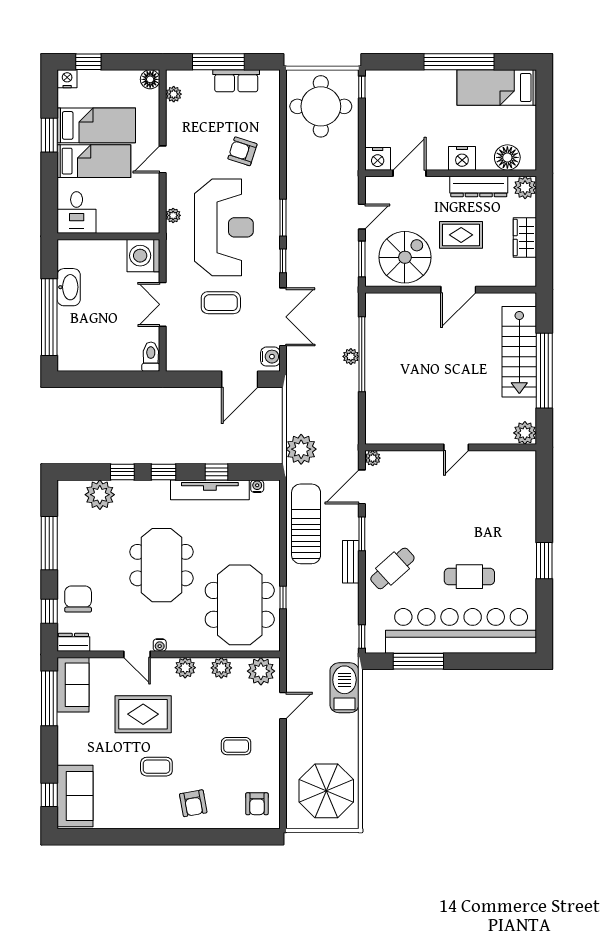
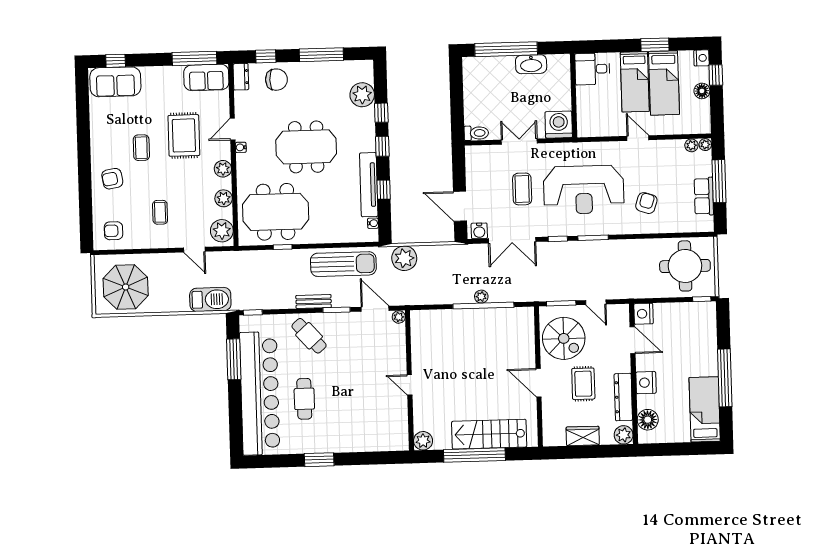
floor lamp: (150, 79) -> (702, 91), moved
plant: (173, 215) -> (705, 145), moved

